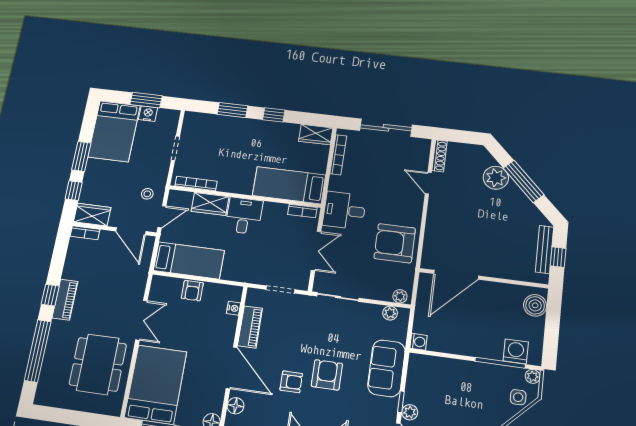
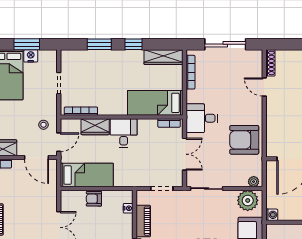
wardrobe: (316, 135) -> (164, 57), width x1.50
armchair: (192, 291) -> (94, 199), turned 90
plant: (390, 313) -> (248, 200), width x1.87, depth x1.87

